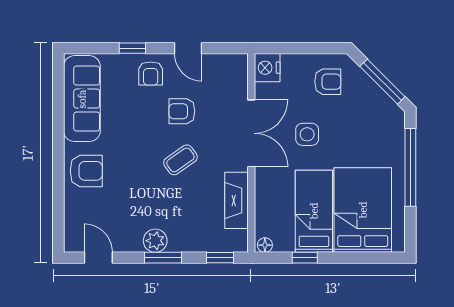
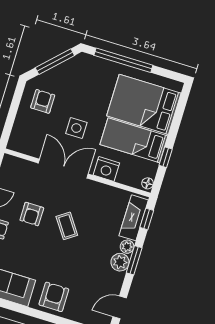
nightstand: (267, 68) -> (106, 169), moved
fireplace: (236, 200) -> (134, 218), moved, turned 90
plant: (177, 244) -> (127, 247), added

